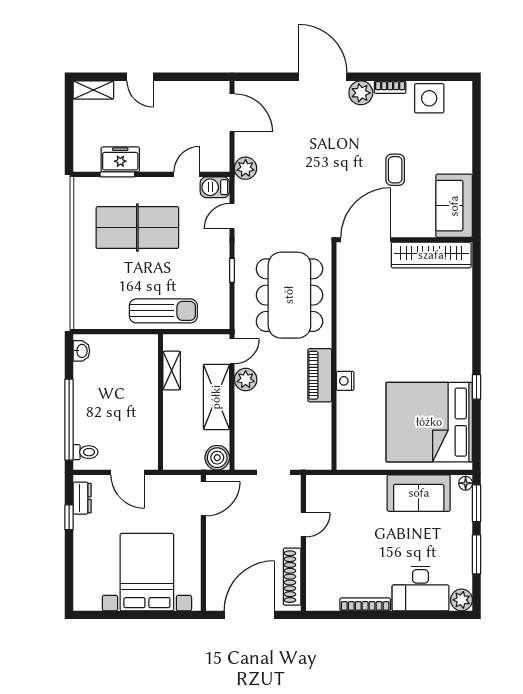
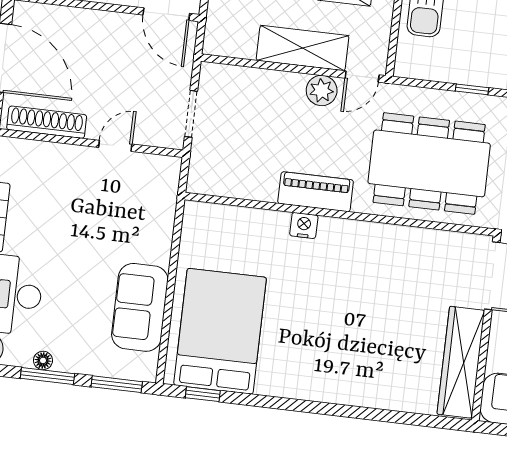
door: (232, 351) -> (362, 76), hinge flipped
window: (477, 387) -> (203, 394), moved
bed: (429, 422) -> (220, 331), width x0.73
boiler: (217, 458) -> (220, 39), removed
floor lamp: (466, 483) -> (43, 360), moved
door: (303, 525) -> (115, 146), swing flipped

